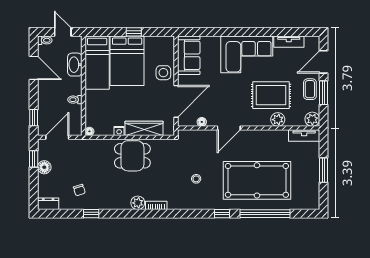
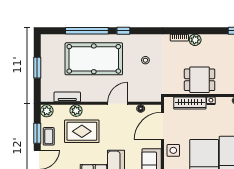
tv unit: (304, 136) -> (67, 97), moved

